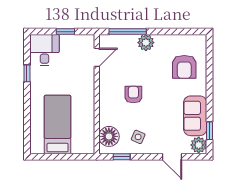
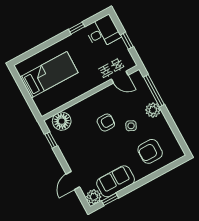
side table: (138, 137) -> (131, 126), moved

